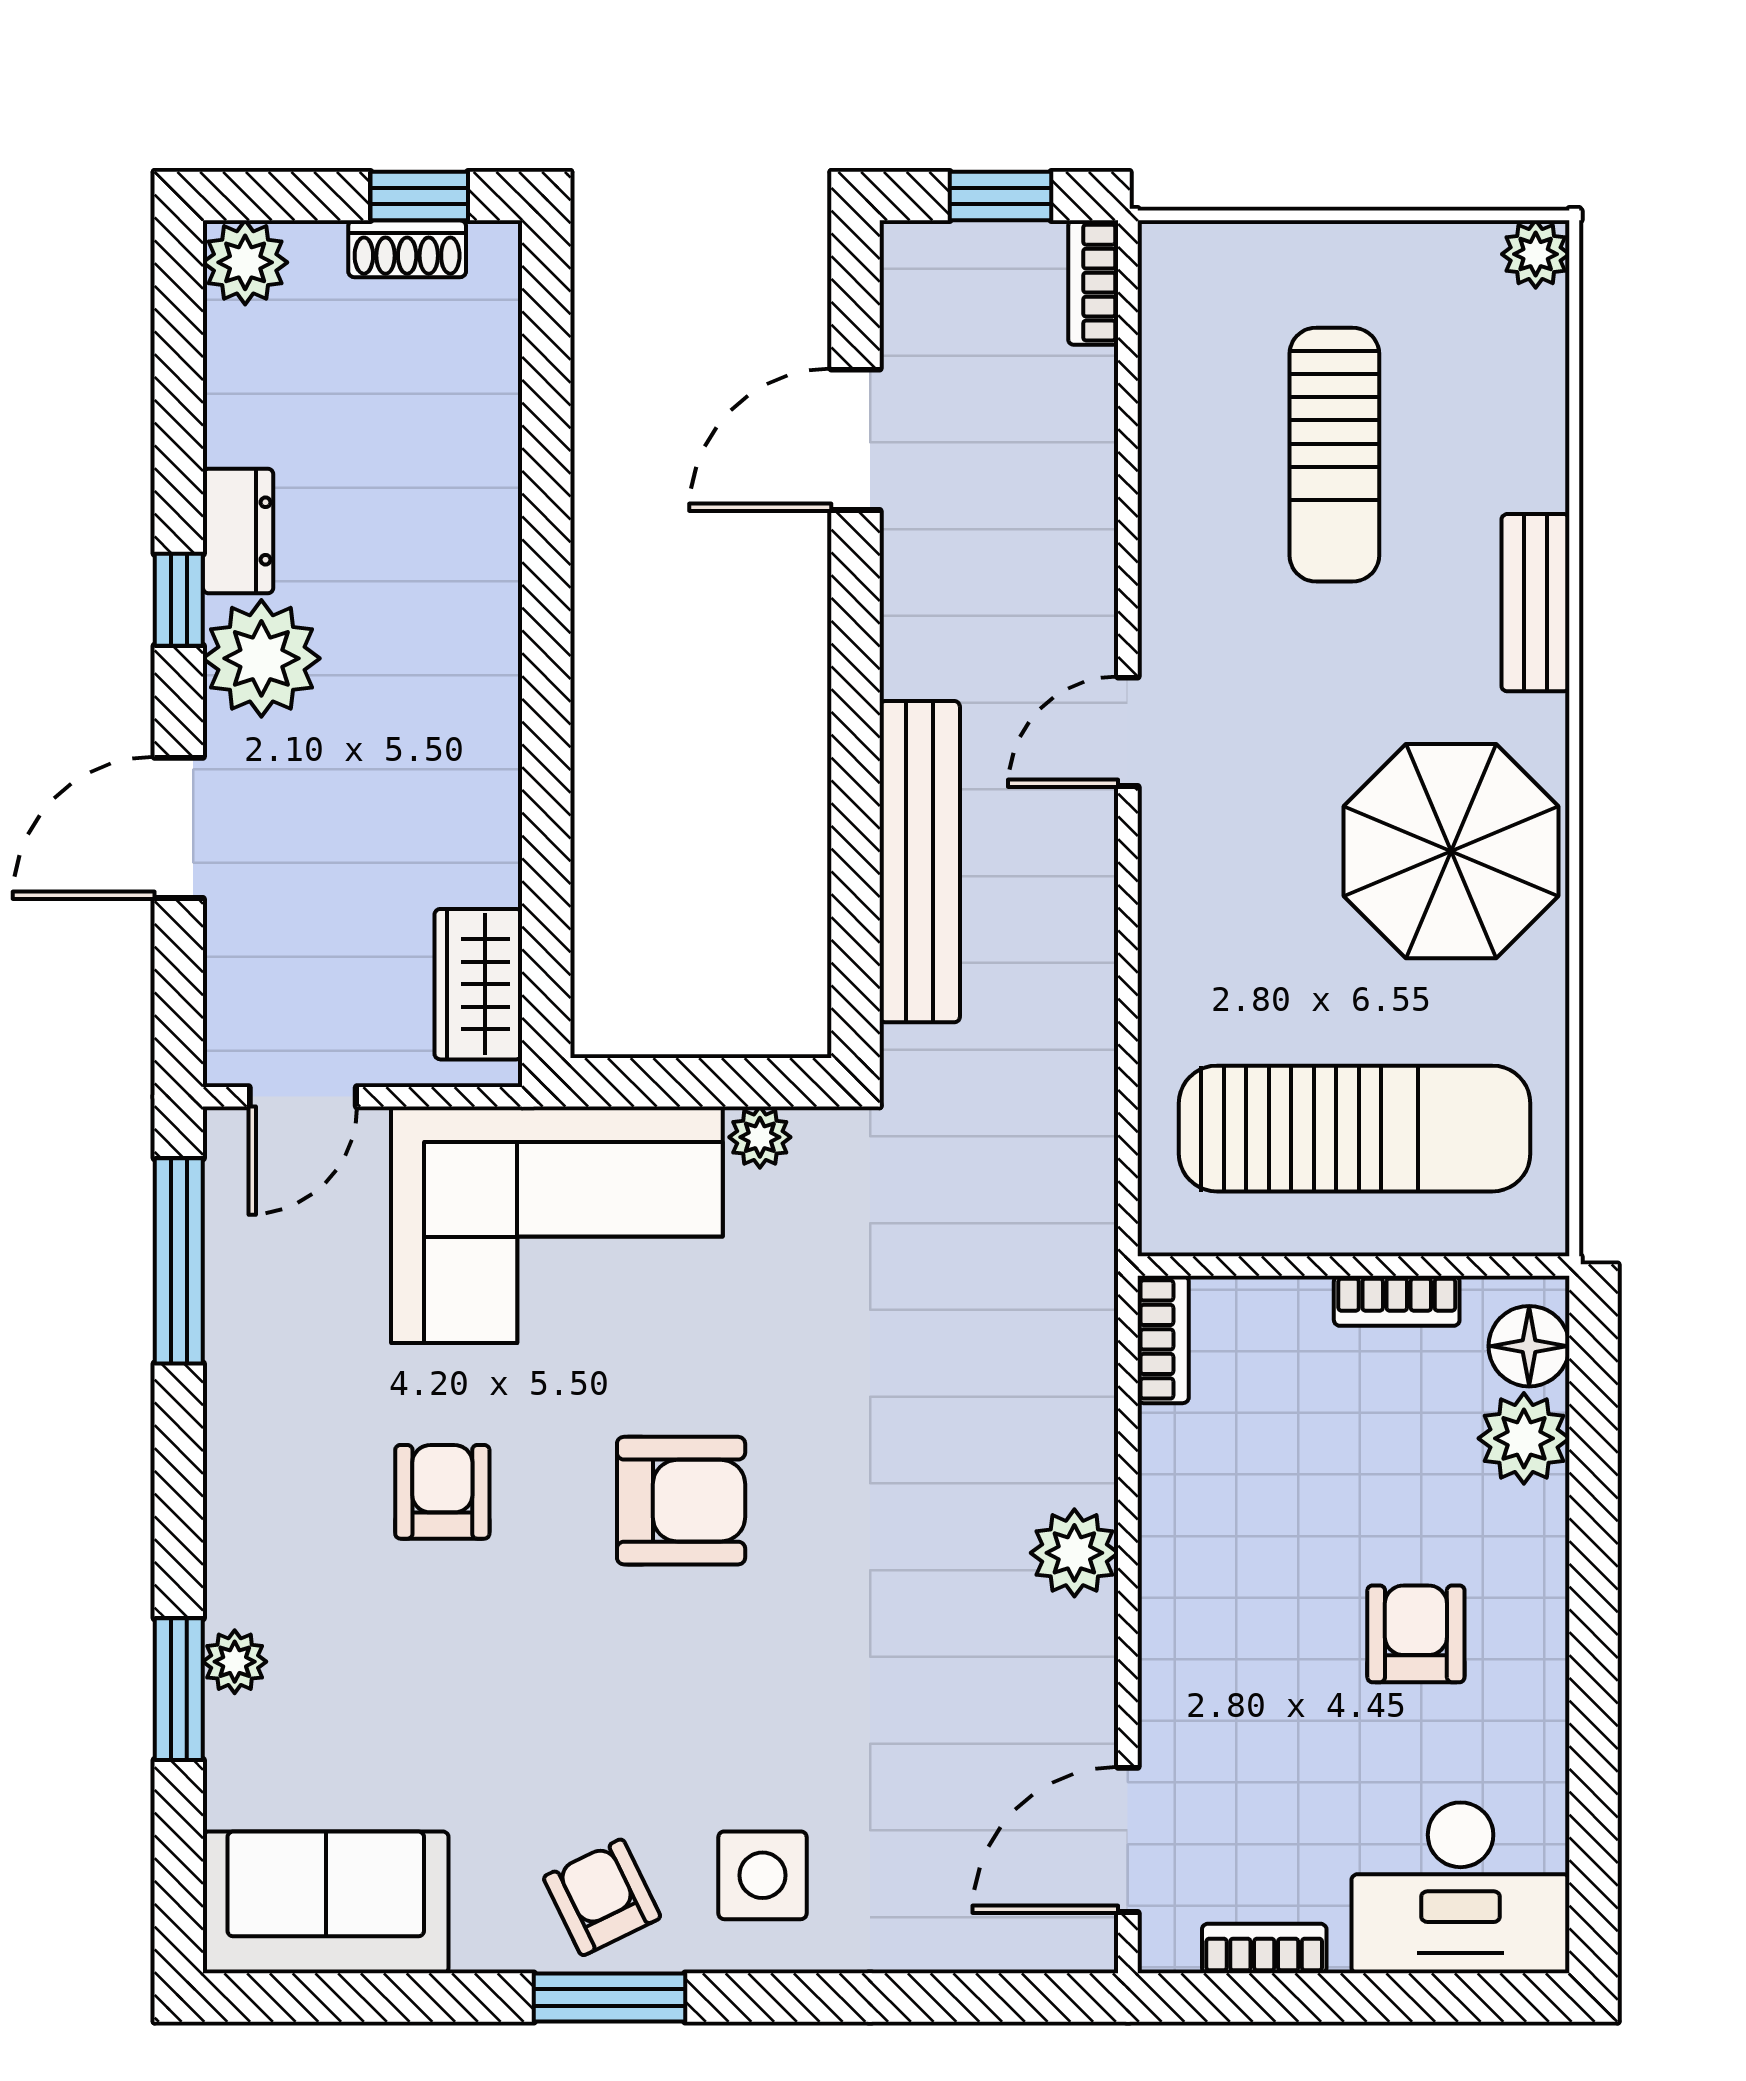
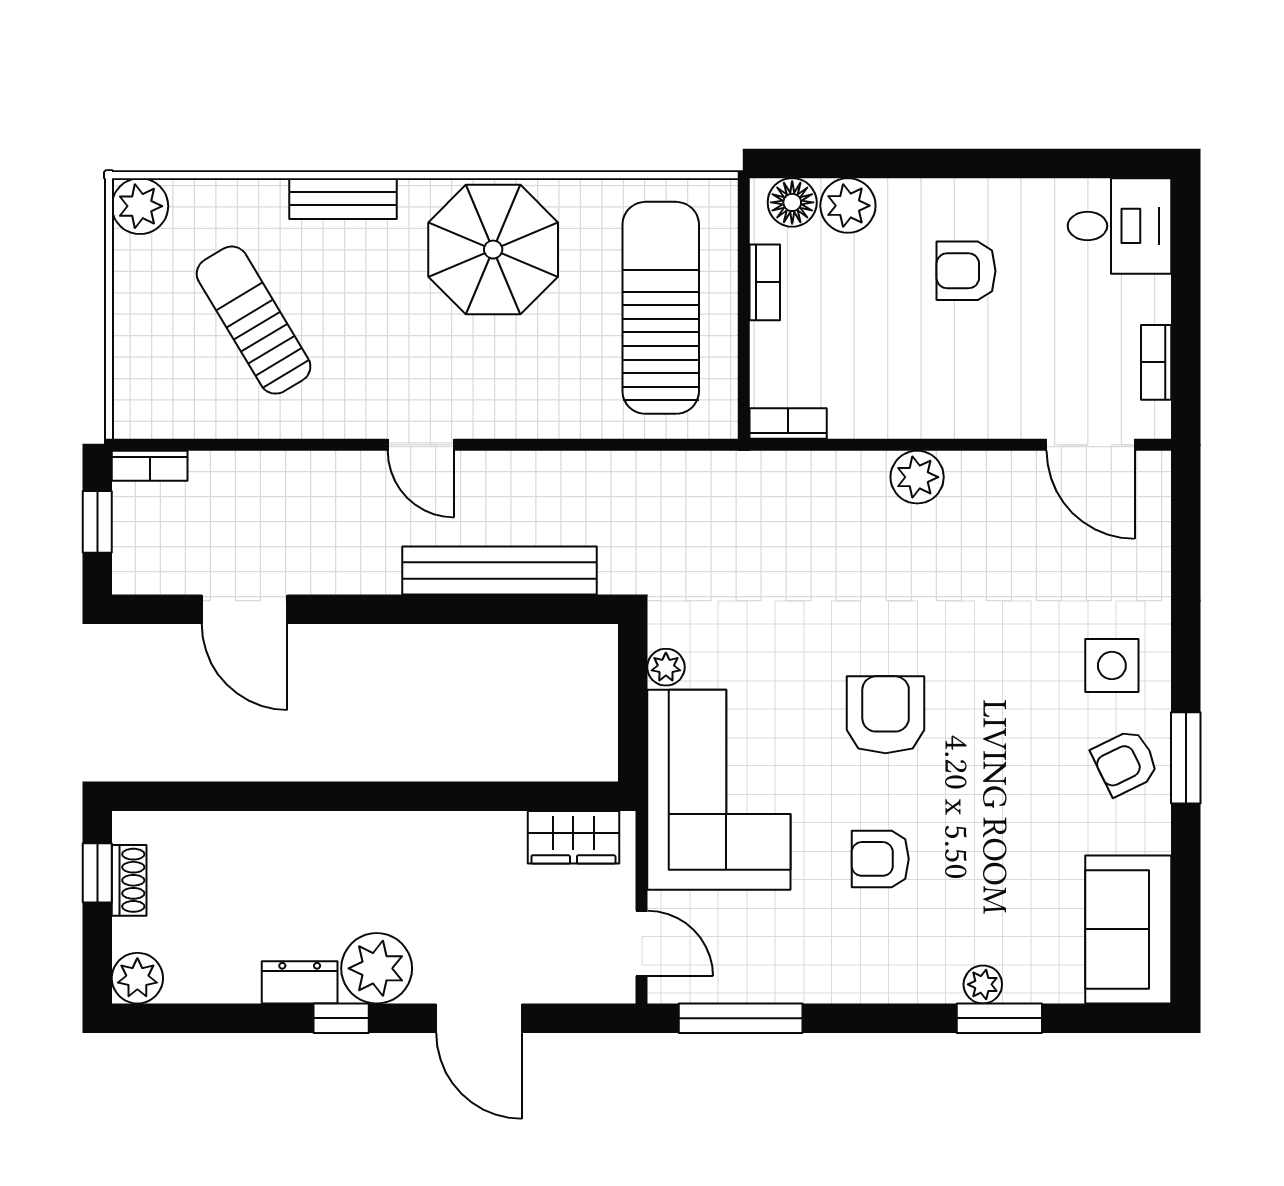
plant: (1536, 254) -> (140, 206), width x1.38, depth x1.38
sun lounger: (1334, 455) -> (254, 320), turned -121
desk: (1461, 1888) -> (1119, 226), width x0.73

